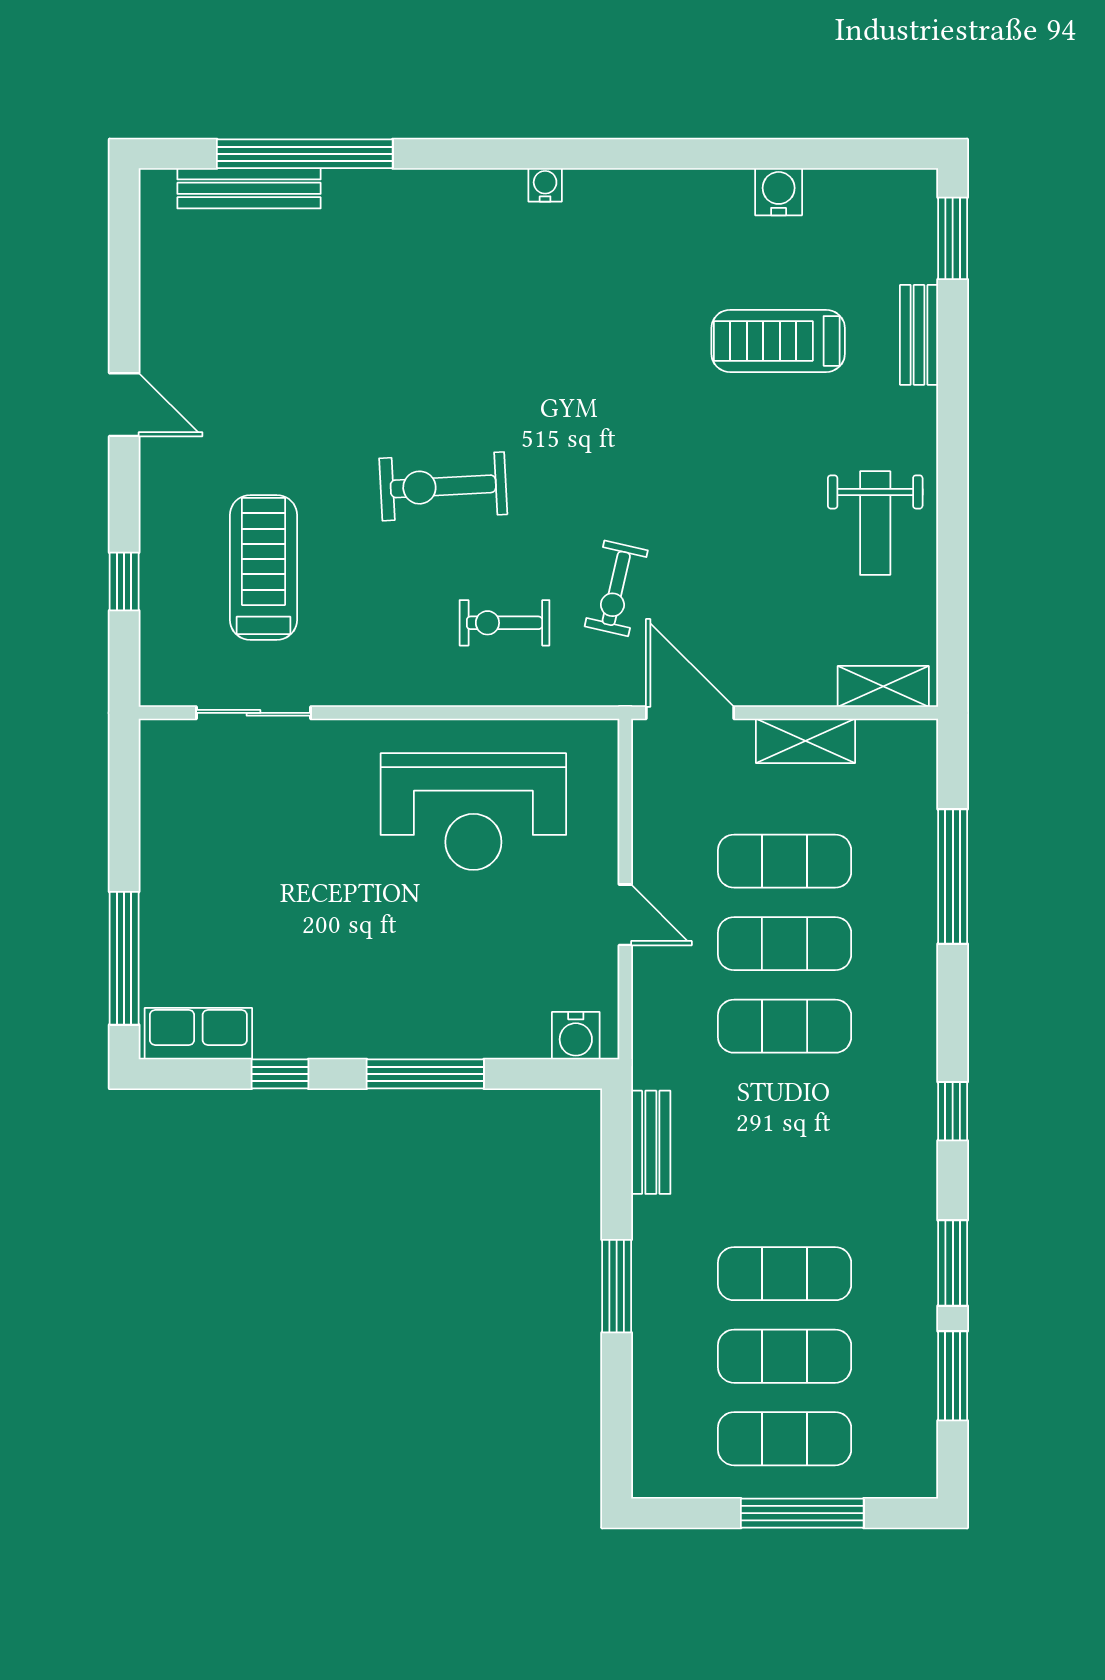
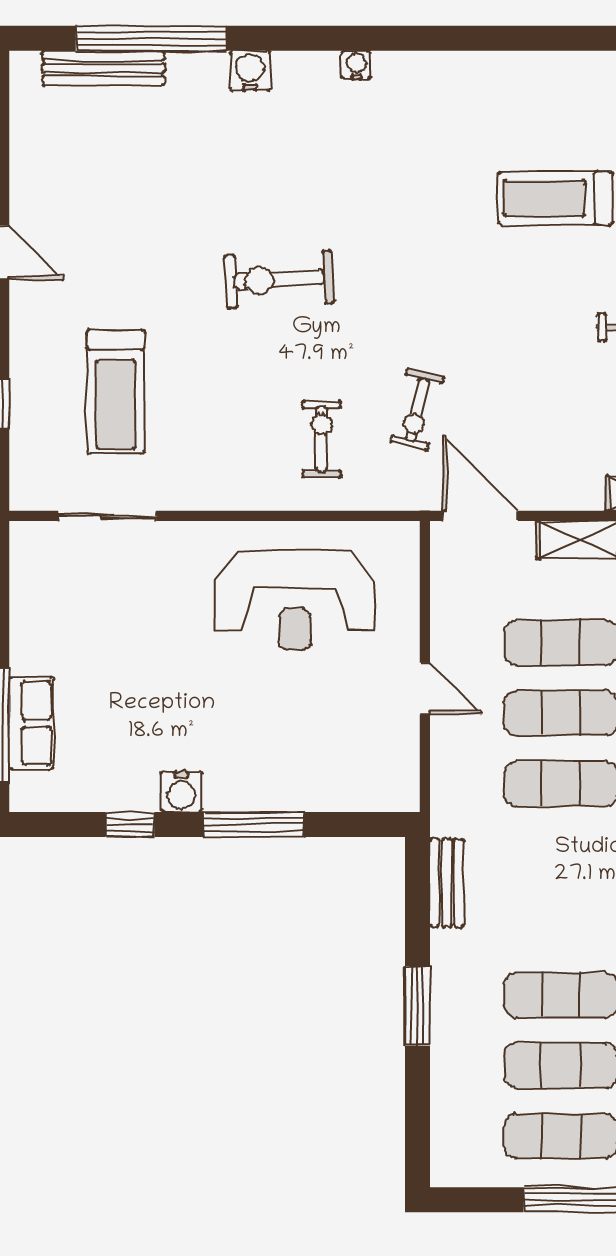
water cooler: (779, 192) -> (250, 71), moved
exercise bike: (443, 486) -> (279, 279), moved
treadmill: (263, 567) -> (116, 392), turned 180
exercise bike: (505, 623) -> (322, 439), turned 90
row of seats: (198, 1034) -> (31, 723), moved, turned 90
water cooler: (576, 1036) -> (181, 792), moved

